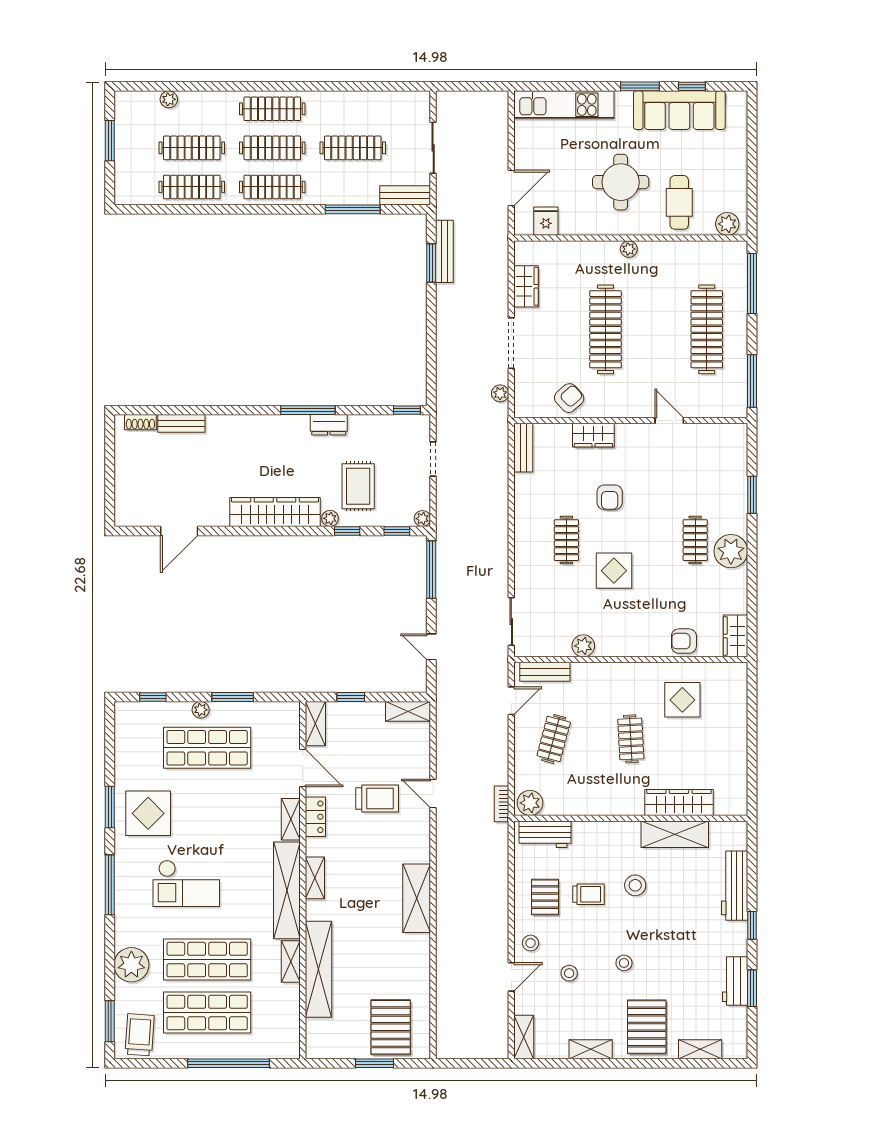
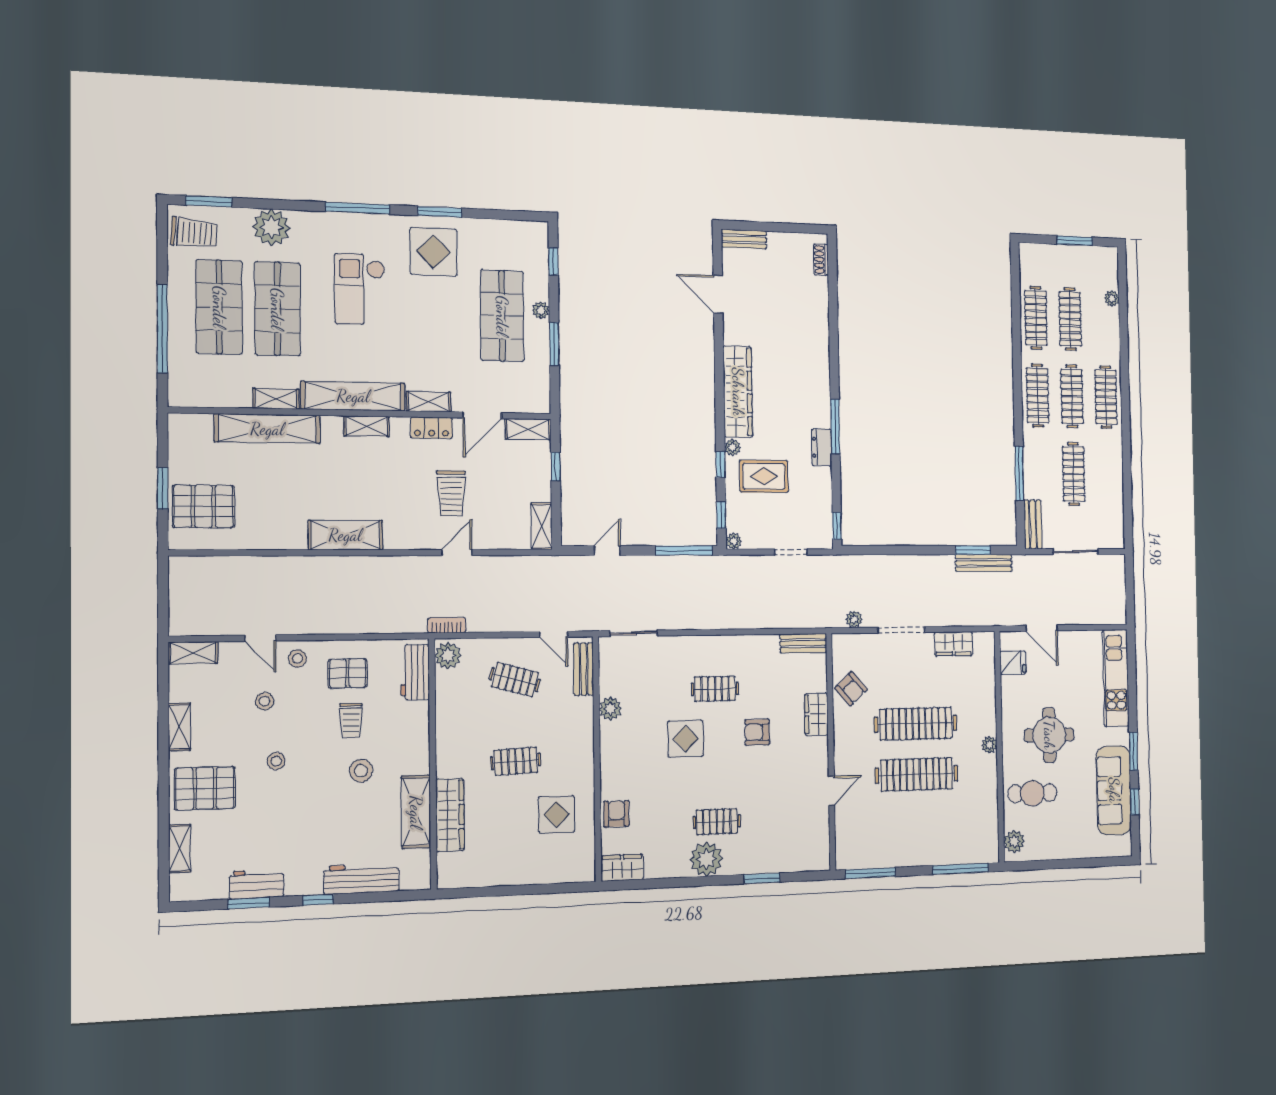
clothes rail: (707, 329) -> (917, 774), moved
bench: (181, 423) -> (744, 239), moved, turned 90

